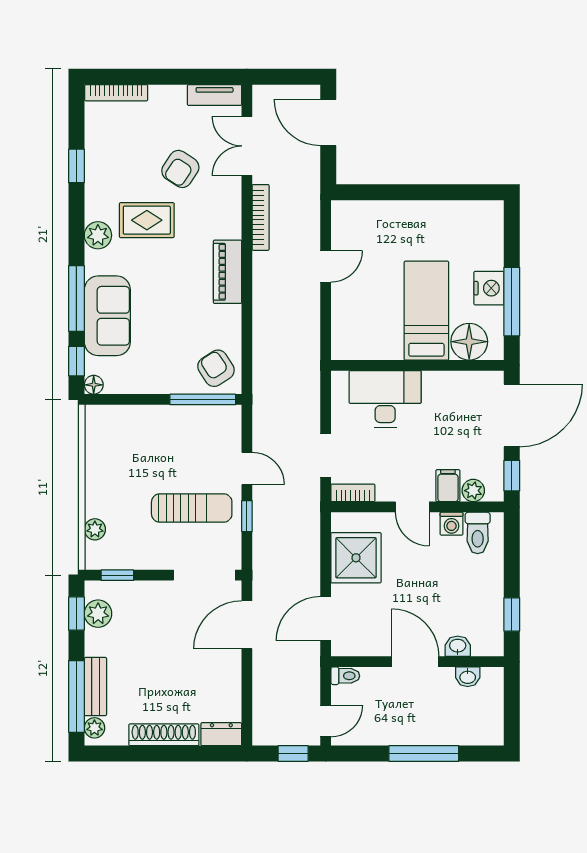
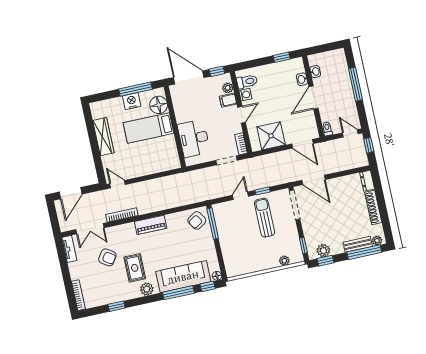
wardrobe: (429, 215) -> (103, 137), added
door: (326, 266) -> (118, 184), moved
sofa: (107, 316) -> (183, 277), width x1.36

